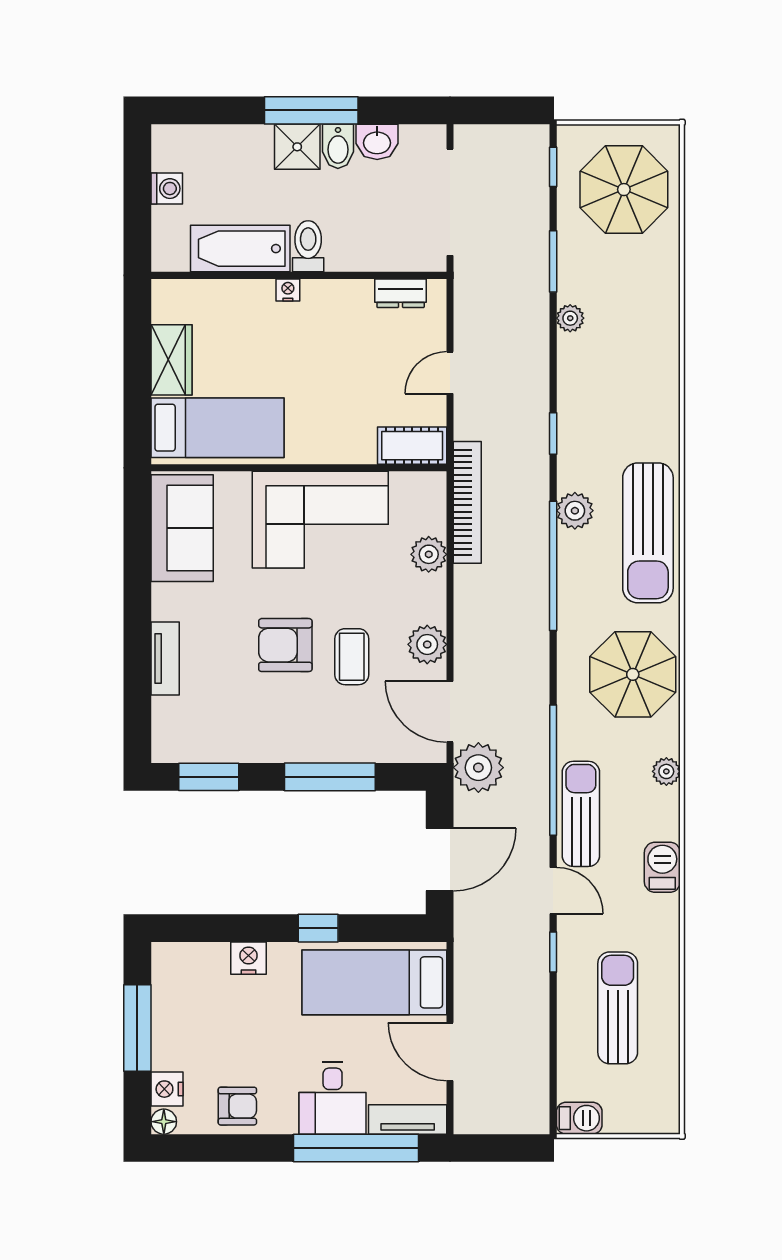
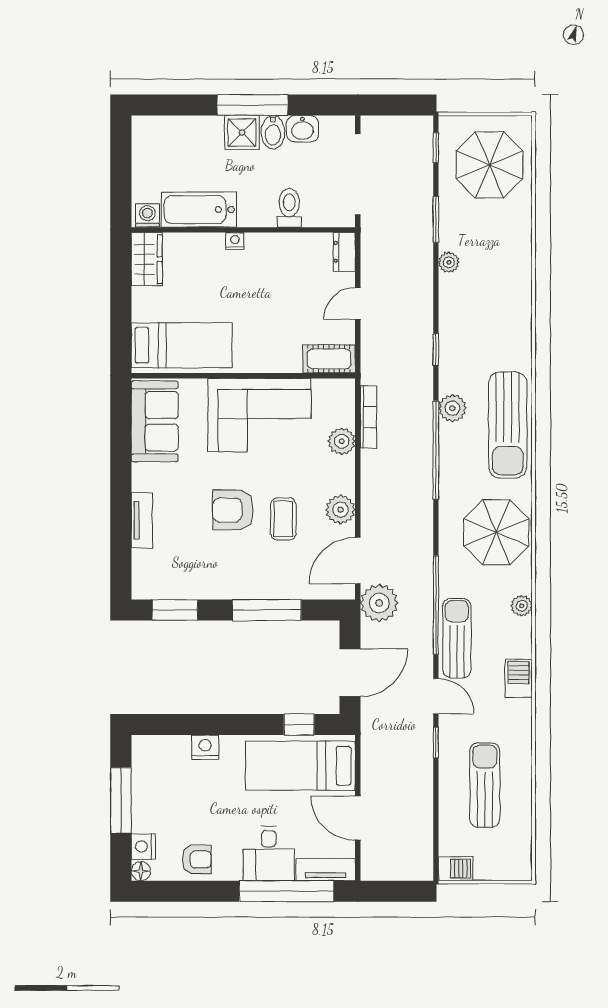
washing machine: (167, 189) -> (147, 215), moved, turned -90
toilet: (308, 246) -> (289, 208), moved
dresser: (401, 293) -> (344, 252), moved, turned 90
wardrobe: (172, 360) -> (147, 259), moved
bookcase: (467, 502) -> (368, 417), width x0.68, depth x0.76
door: (450, 712) -> (358, 561), hinge flipped
window: (318, 928) -> (299, 725), moved

